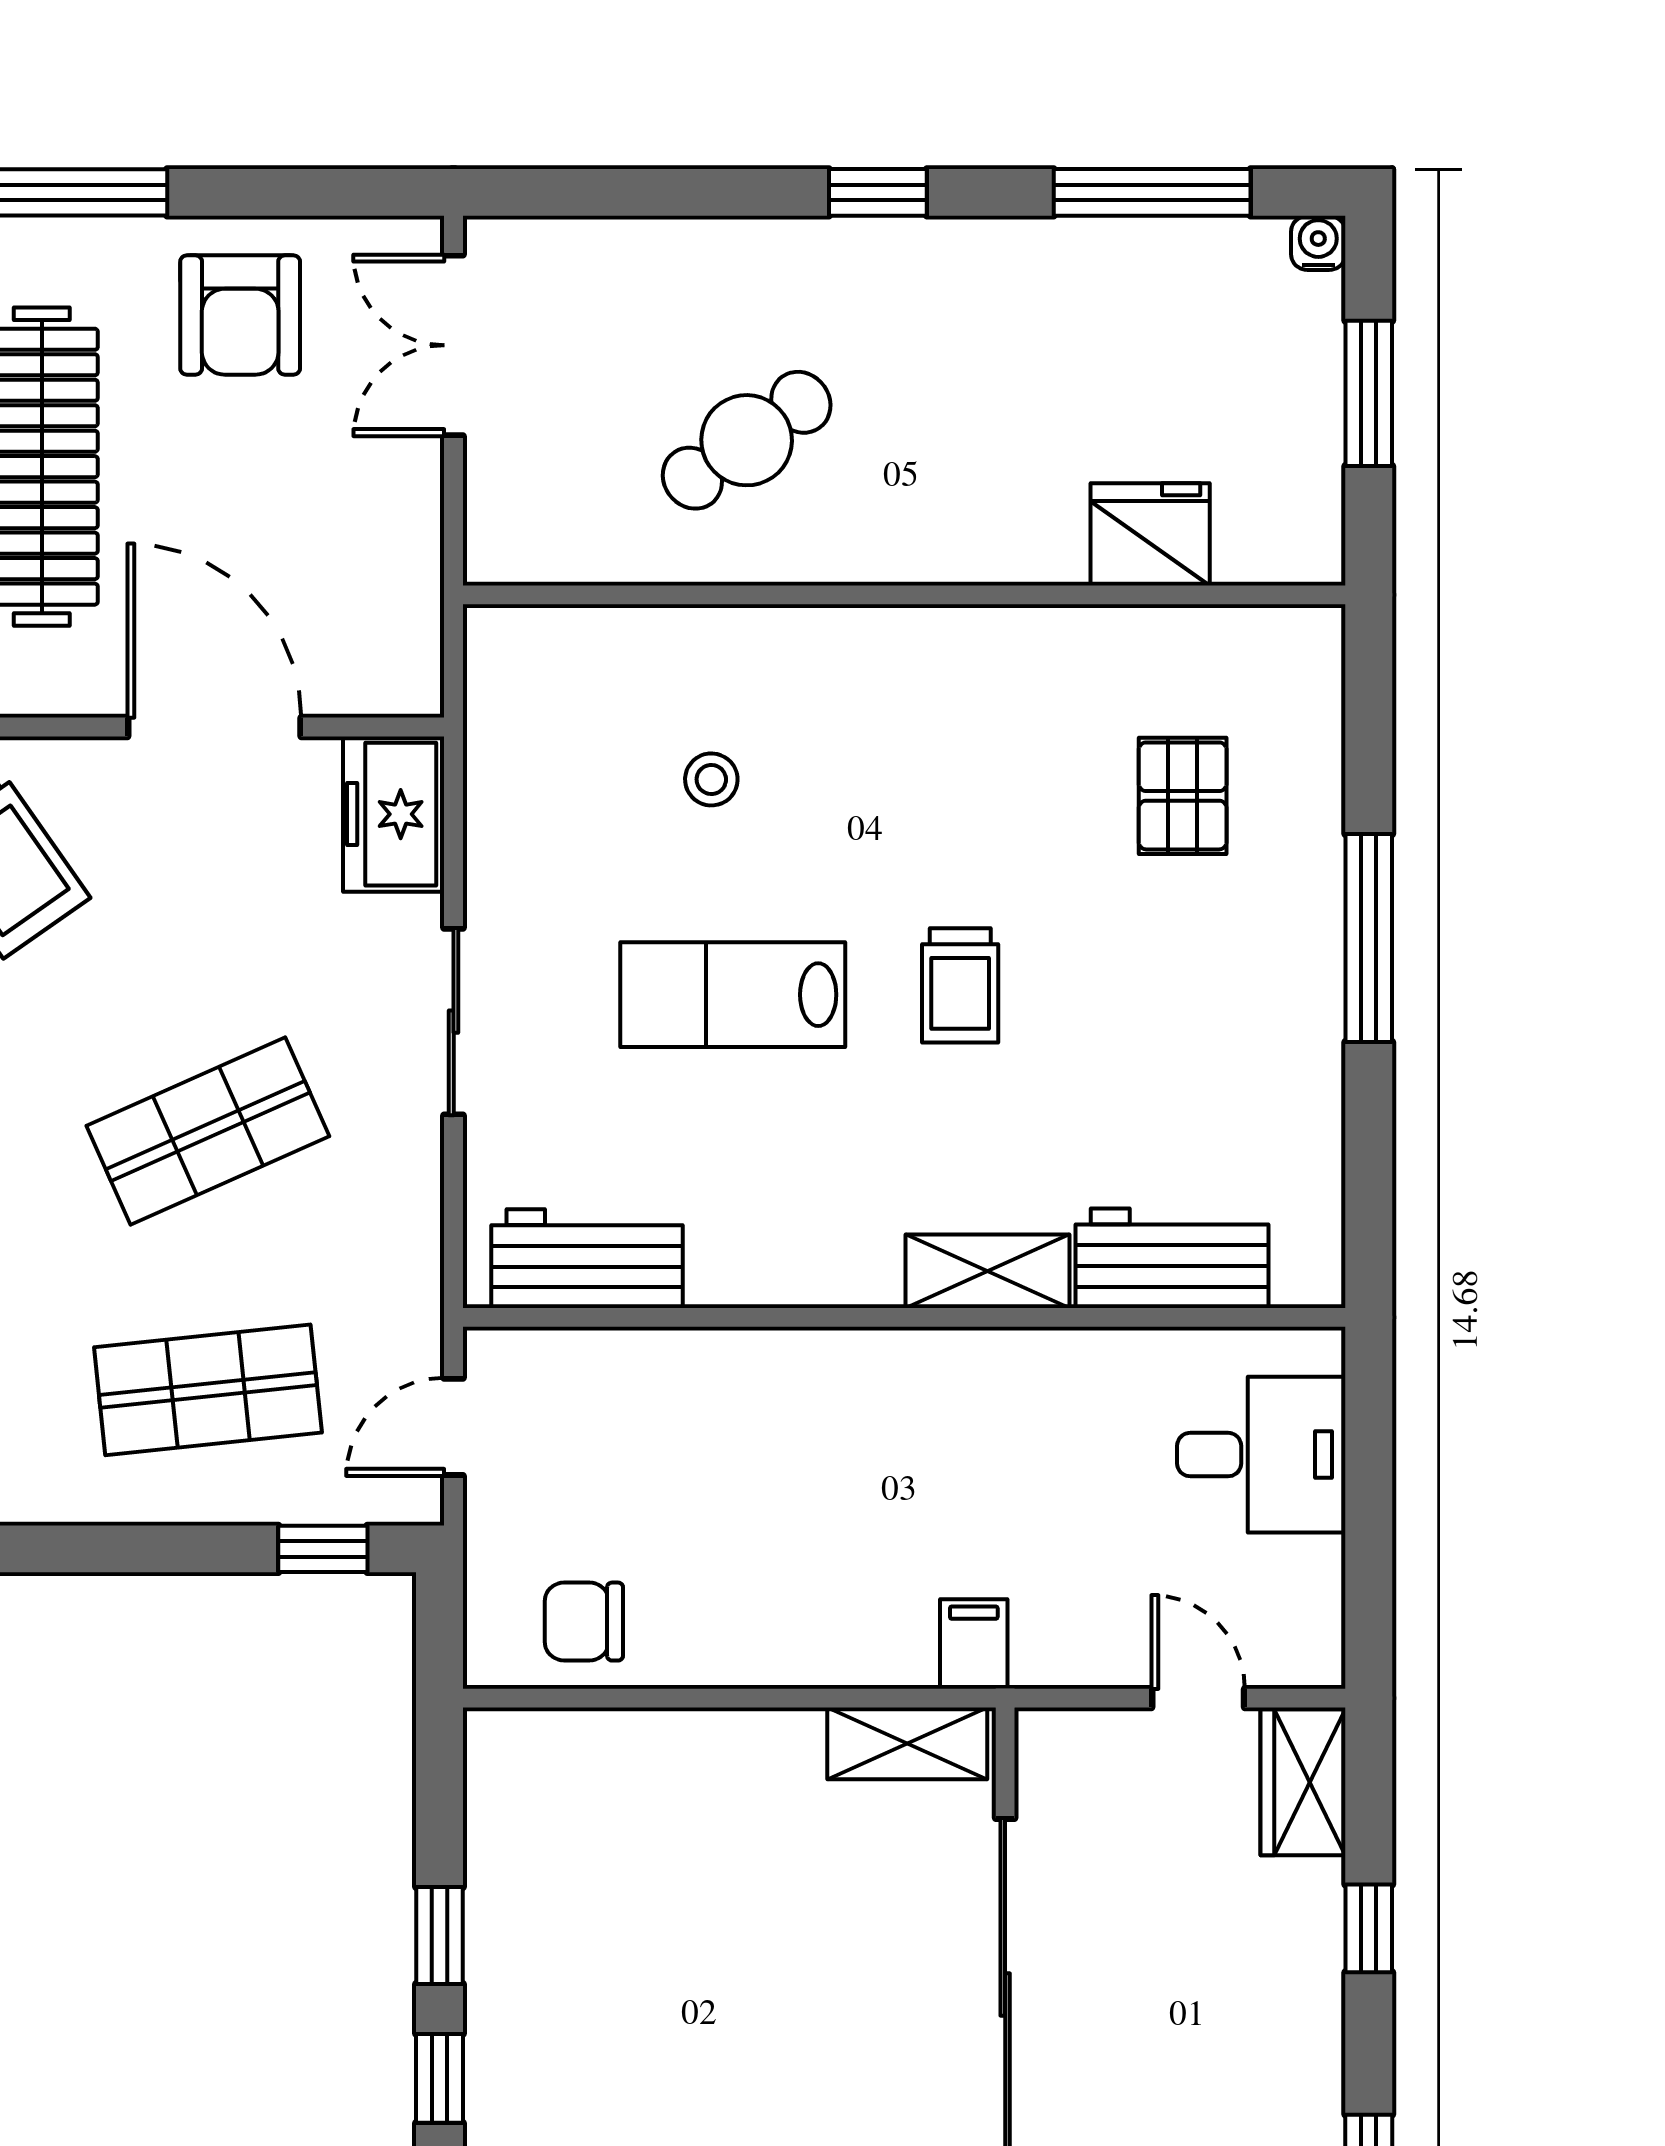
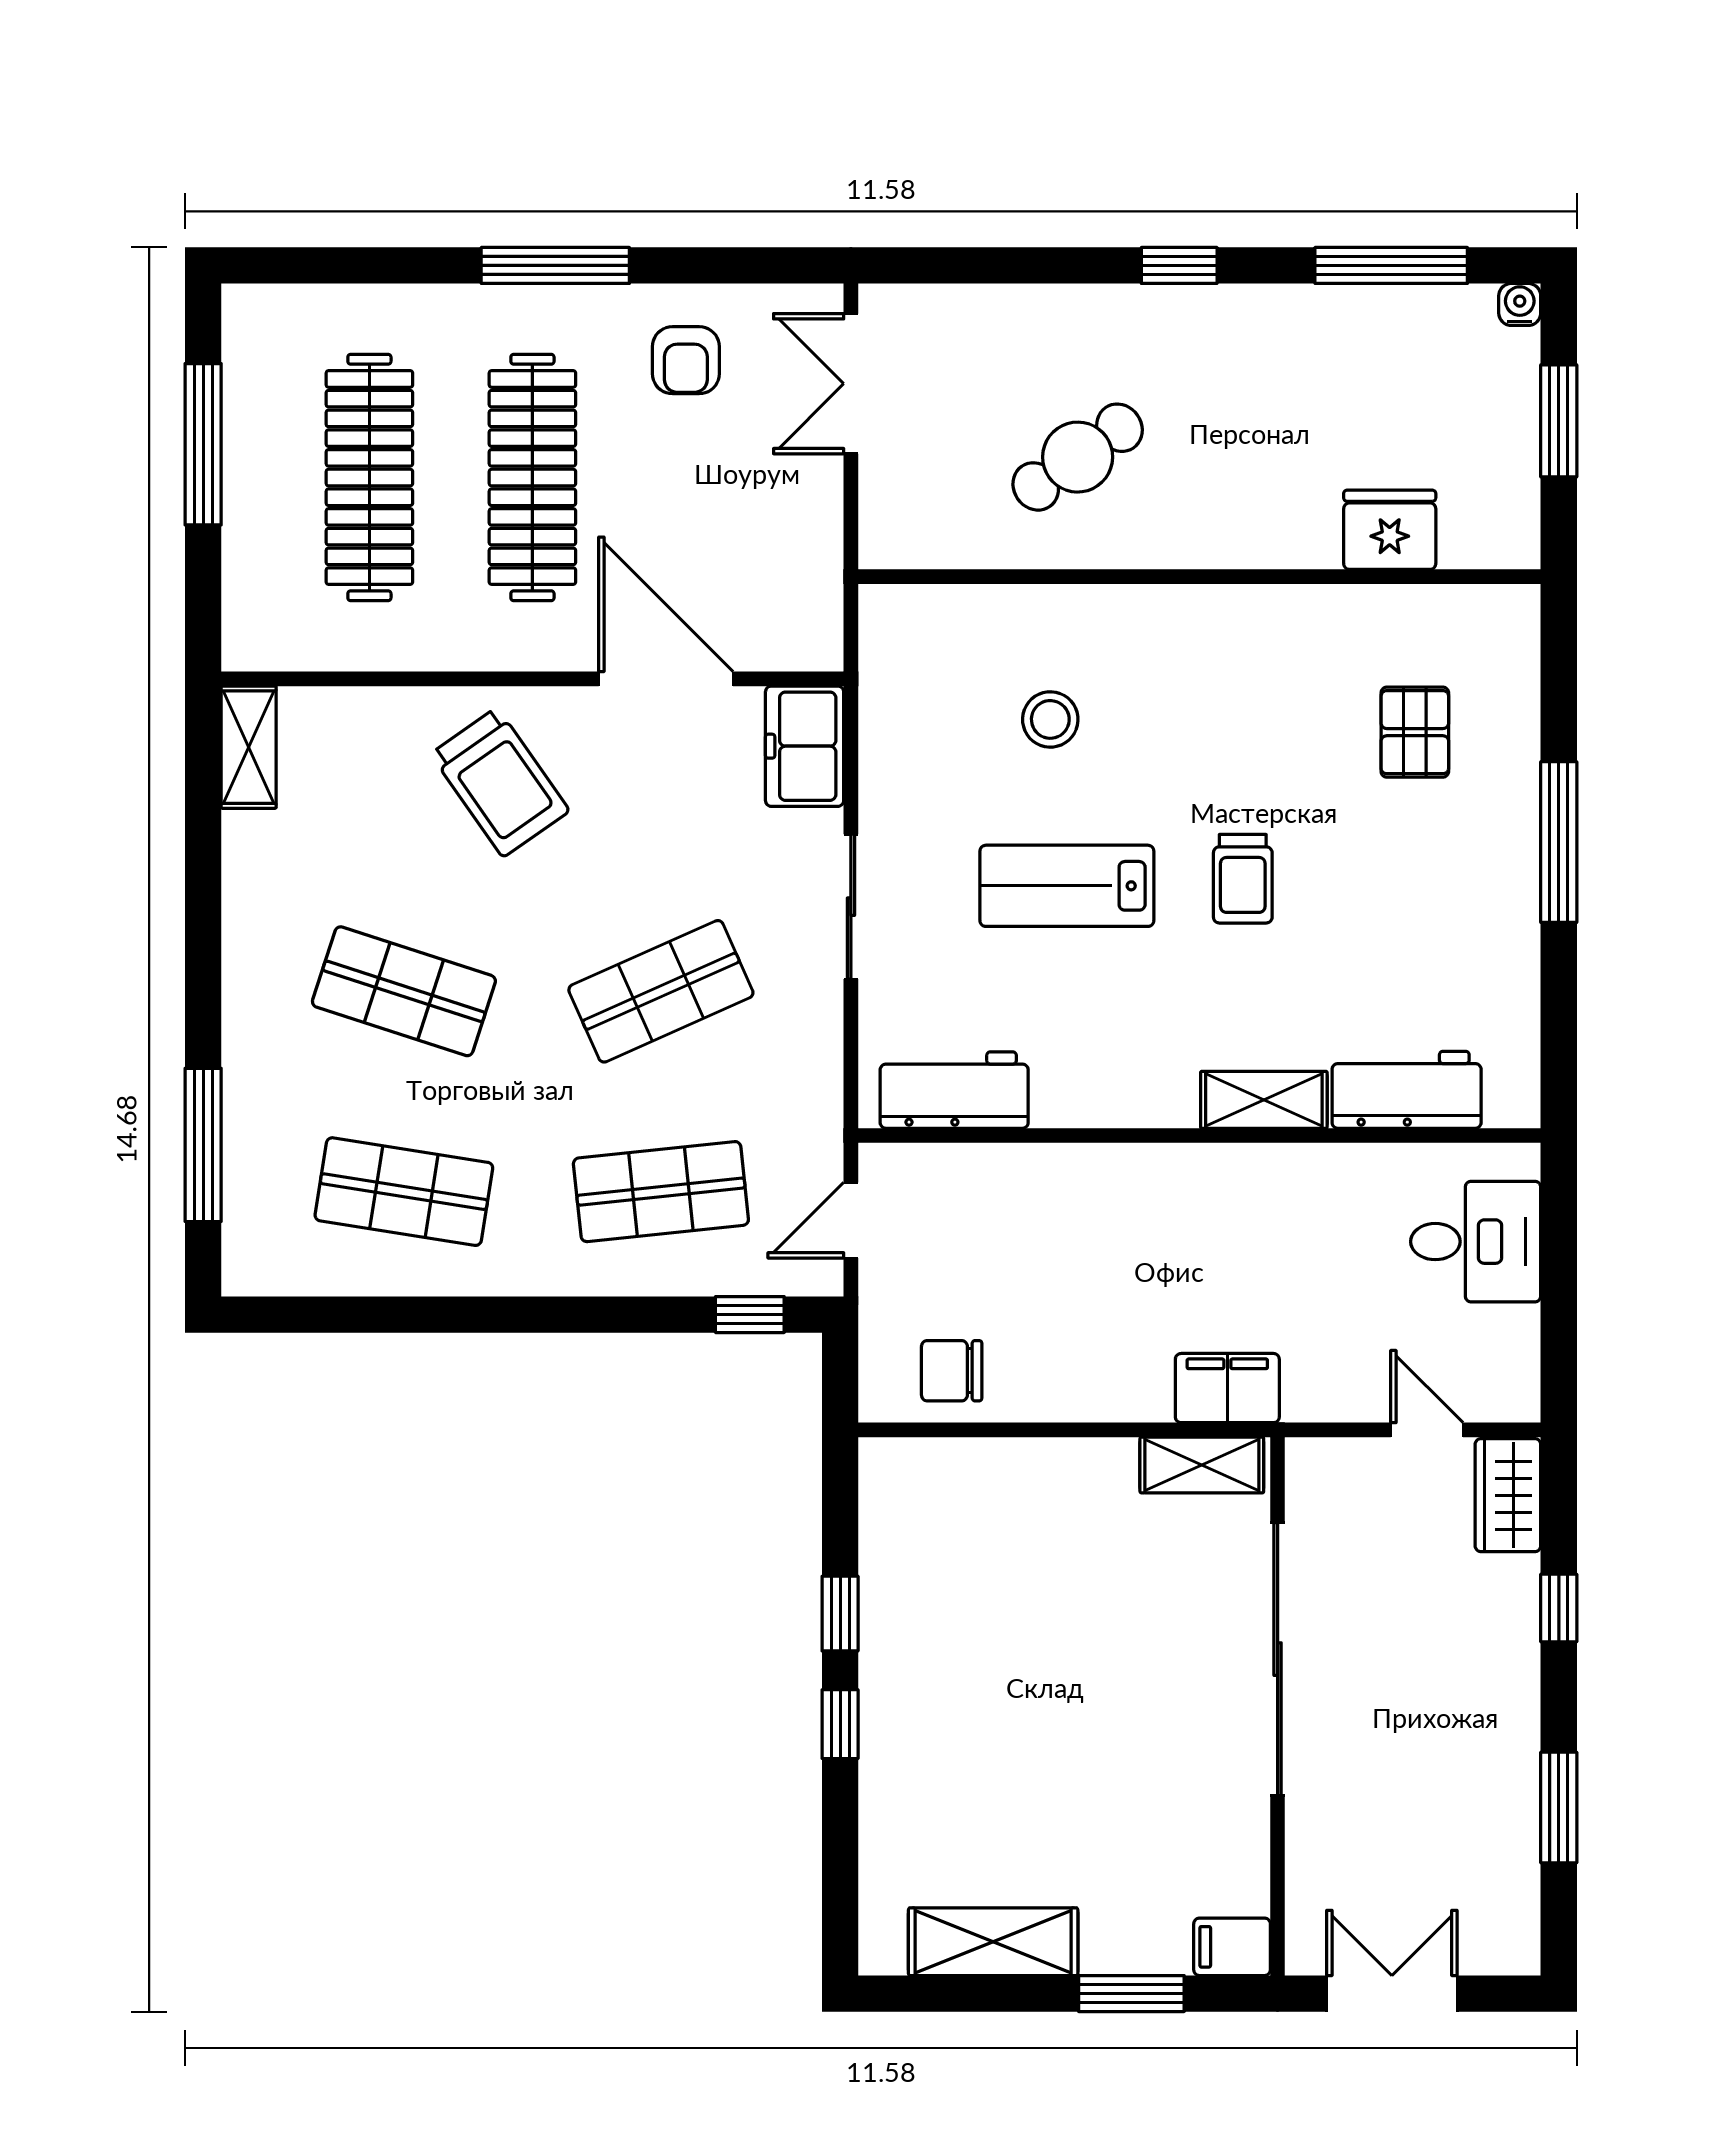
armchair: (240, 315) -> (686, 360), width x0.72, depth x0.72
stool: (711, 779) -> (1050, 719), width x1.37, depth x1.37
filing cabinet: (974, 1644) -> (1227, 1388), width x2.00

